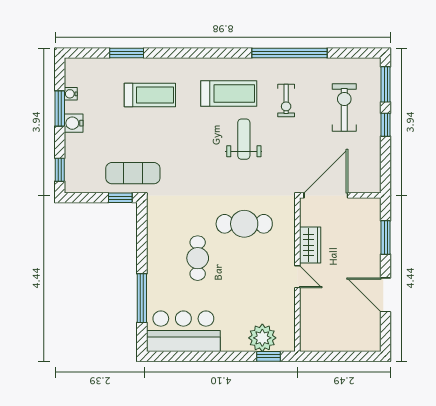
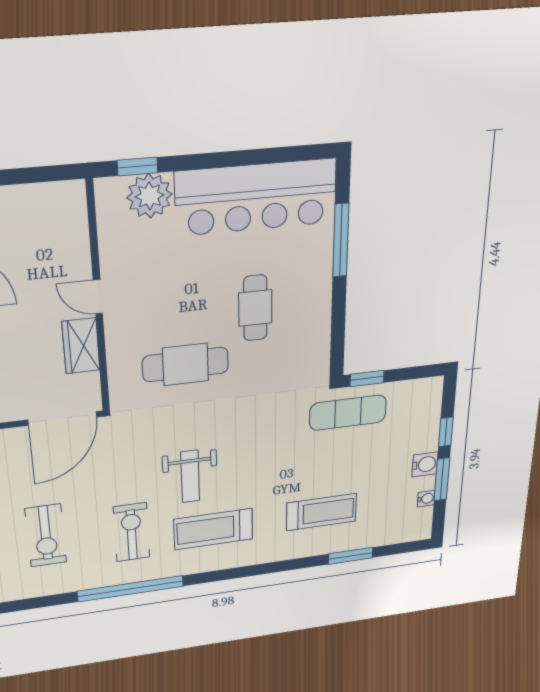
treadmill: (150, 95) -> (321, 512), turned 180
exercise bike: (286, 101) -> (132, 532), width x1.38, depth x1.39
window: (60, 170) -> (446, 432), moved
bar counter: (183, 331) -> (256, 197), width x1.36

